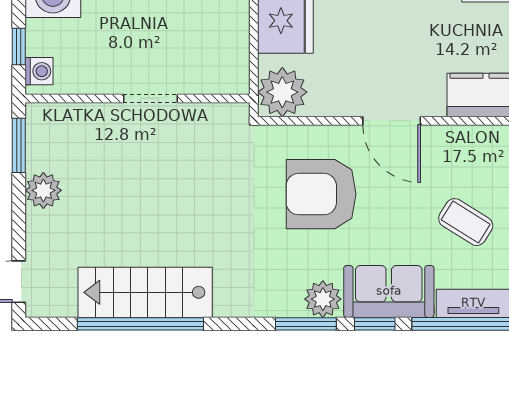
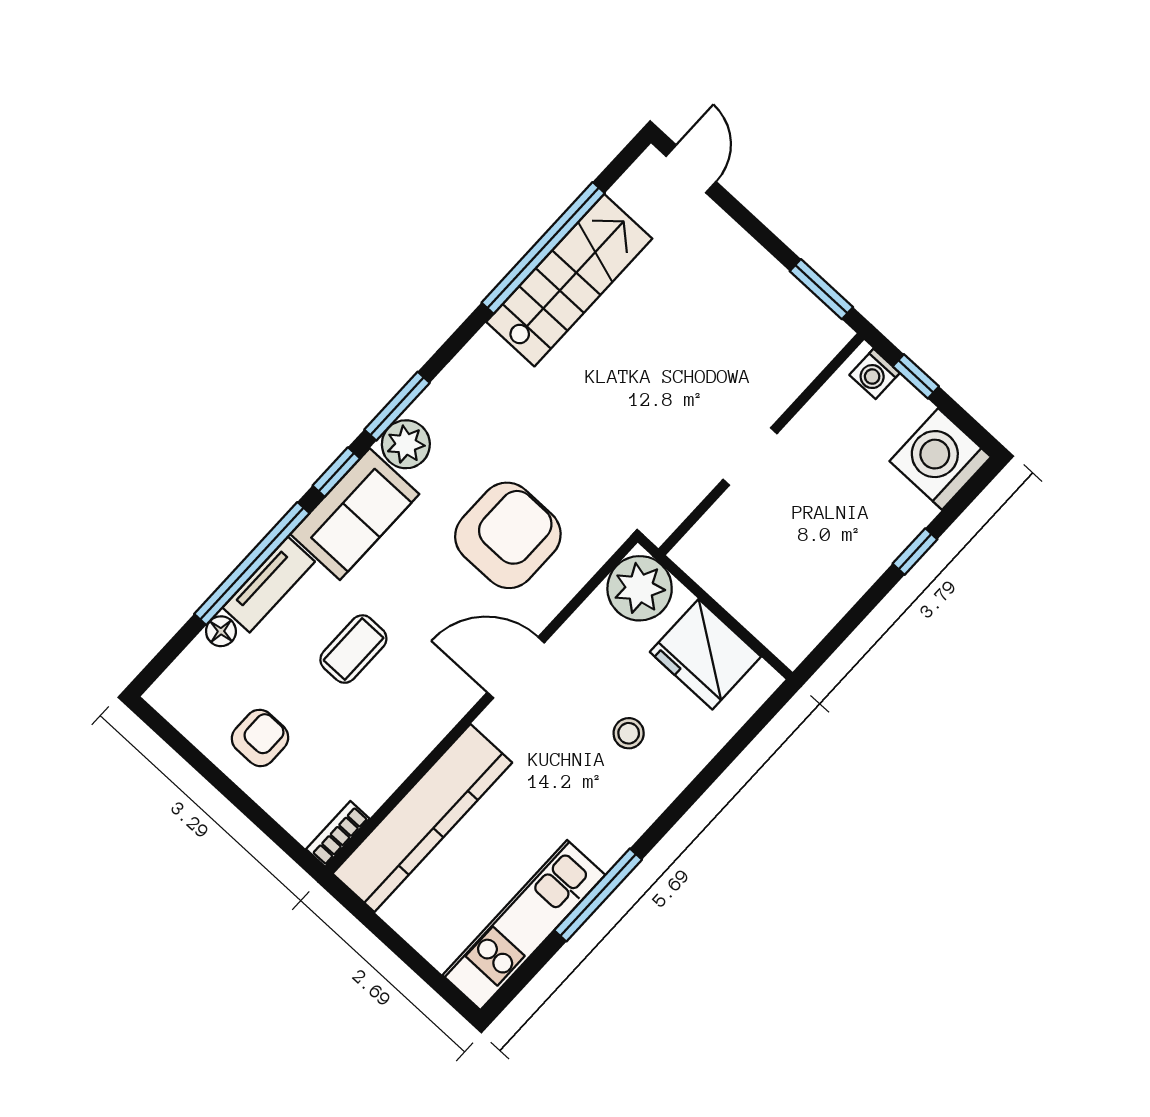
stool: (370, 23) -> (629, 733), added
plant: (43, 190) -> (757, 273), removed
coffee table: (466, 222) -> (353, 649), turned -32

